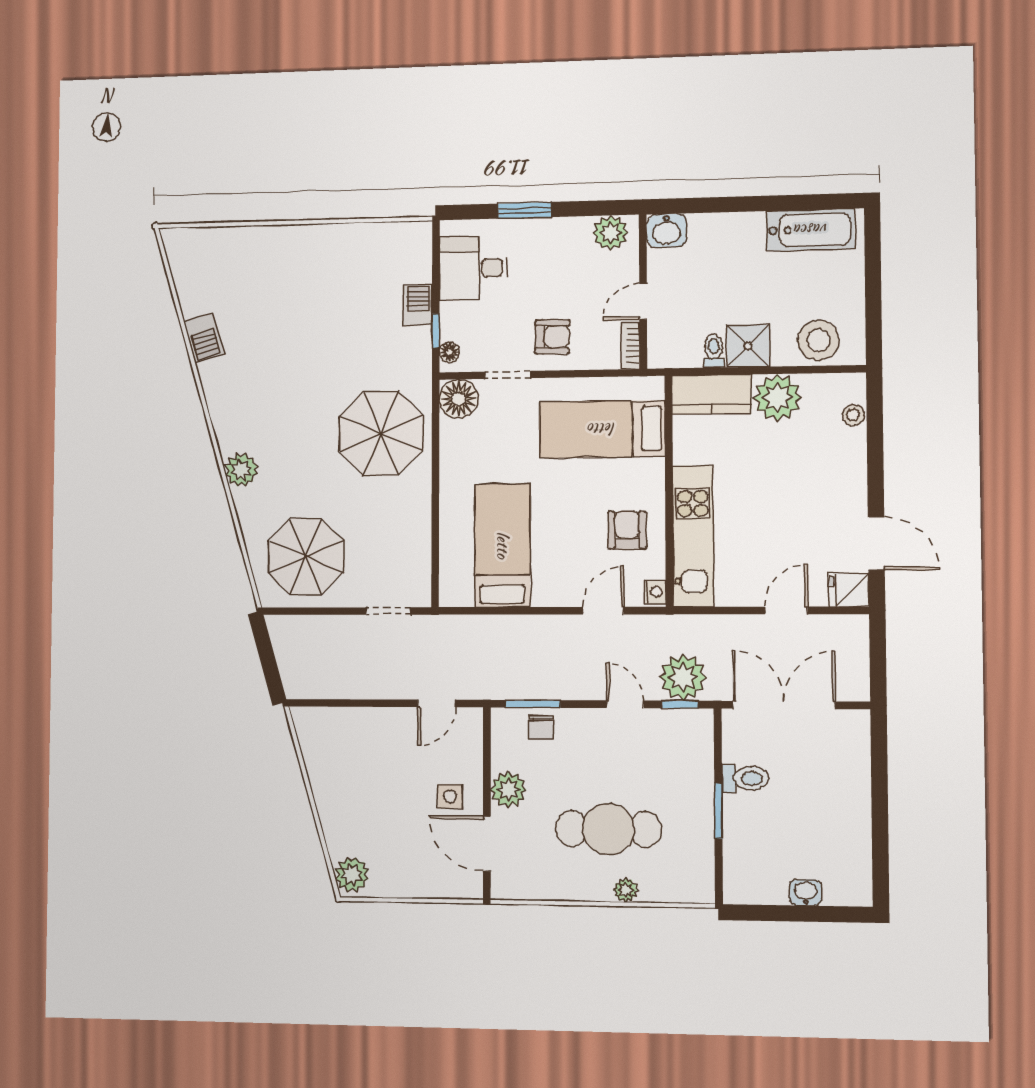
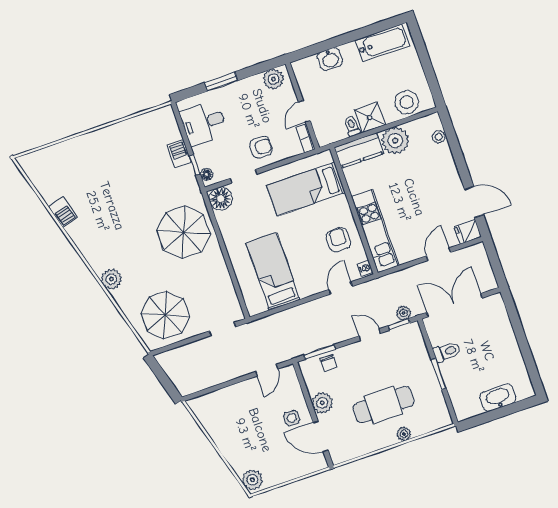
washbasin: (667, 231) -> (330, 59), moved
plant: (683, 677) -> (404, 313), width x0.53, depth x0.53
washbasin: (806, 893) -> (498, 398), width x1.91, depth x1.45

